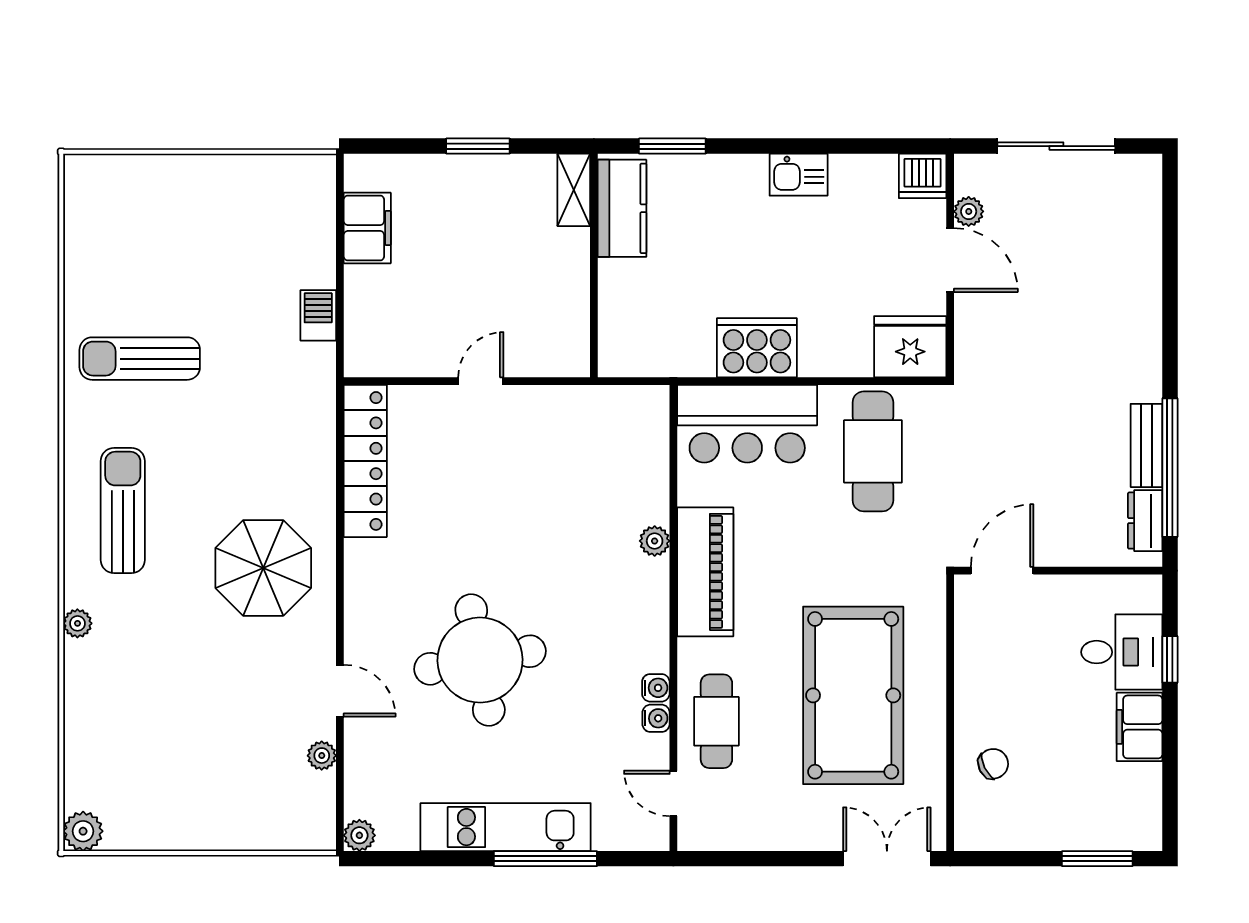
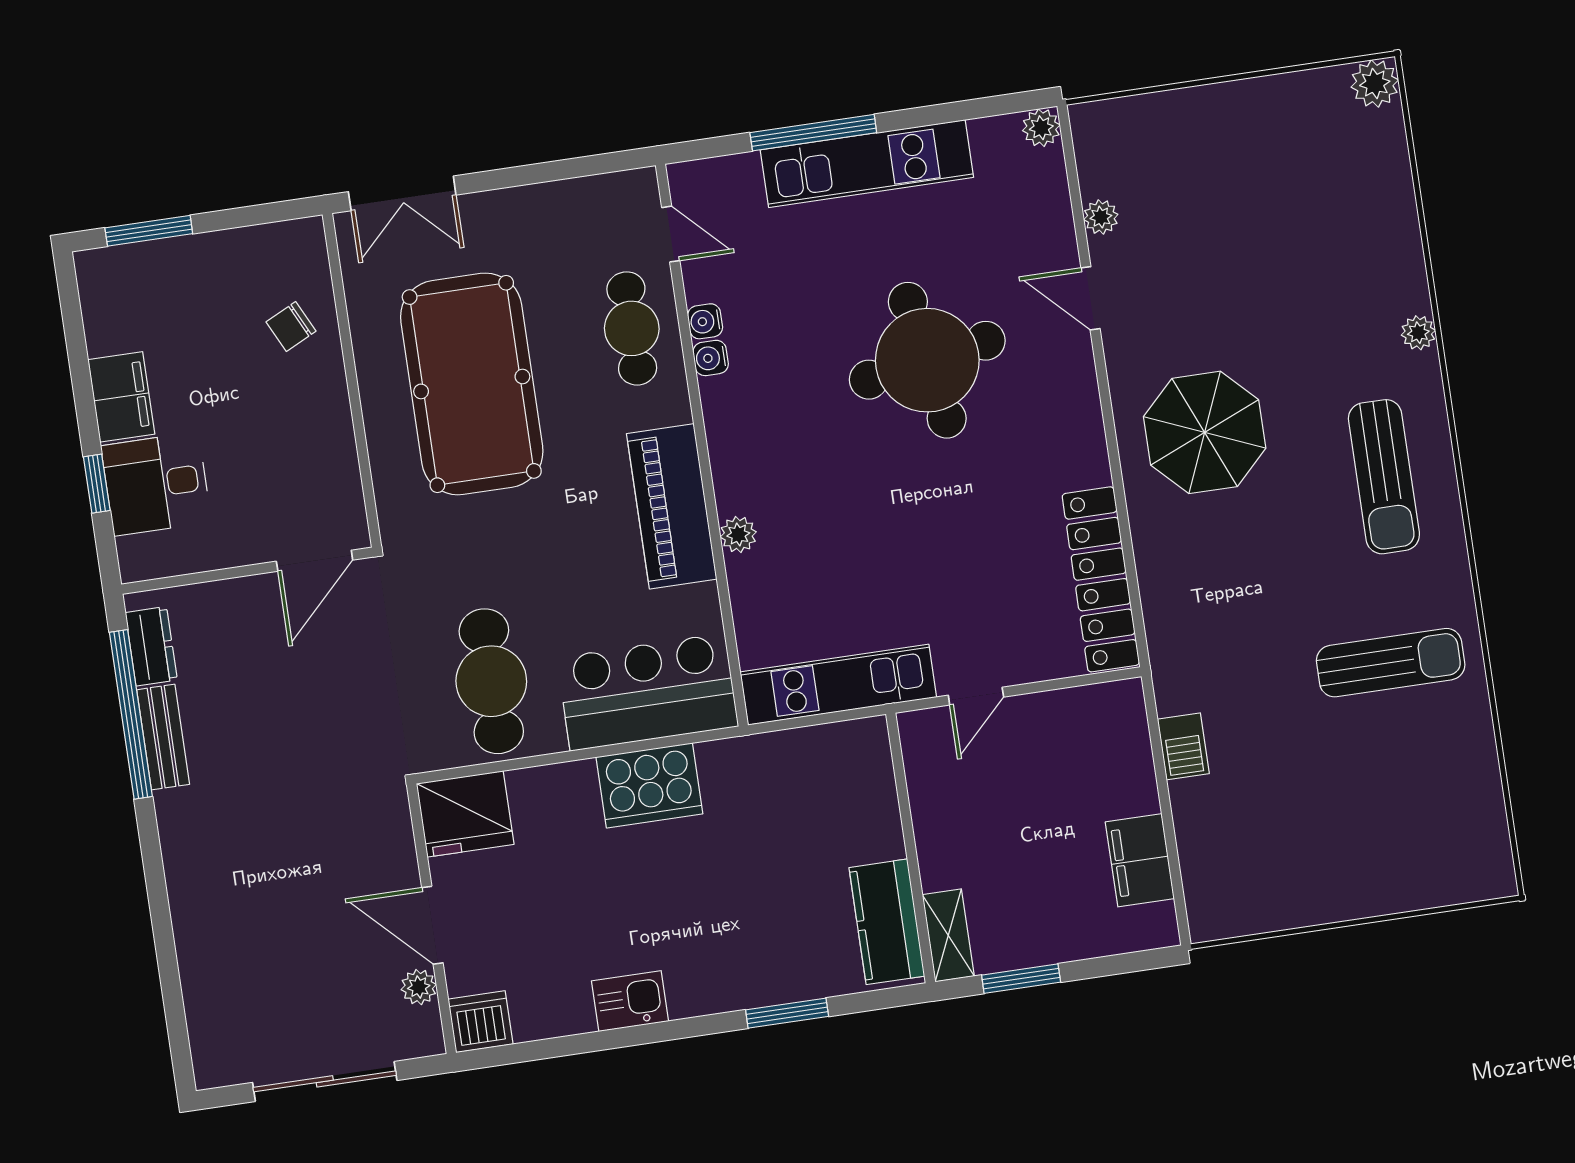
shelving: (574, 190) -> (948, 935), moved
kitchen counter: (622, 208) -> (887, 922), moved
wall: (594, 265) -> (911, 848), moved
kitchen unit: (591, 407) -> (838, 685), added

